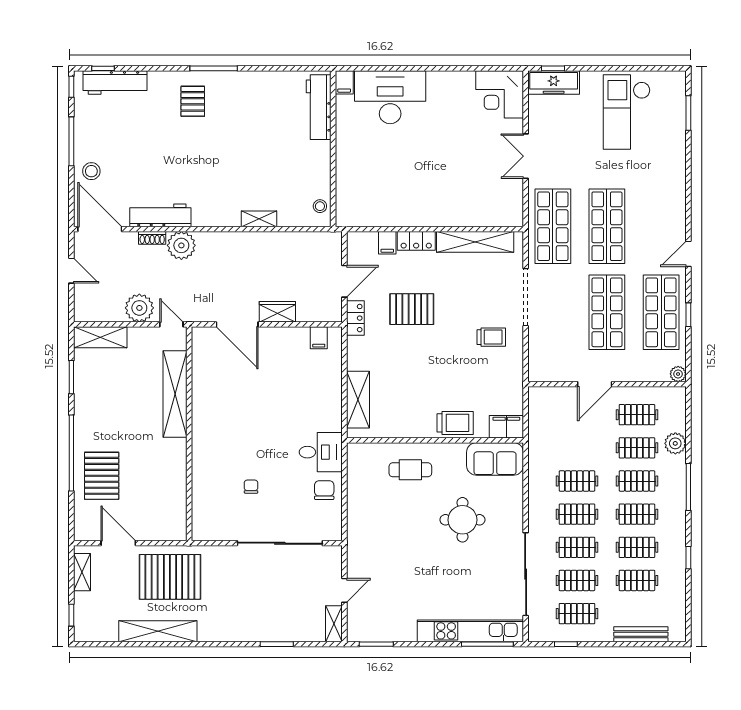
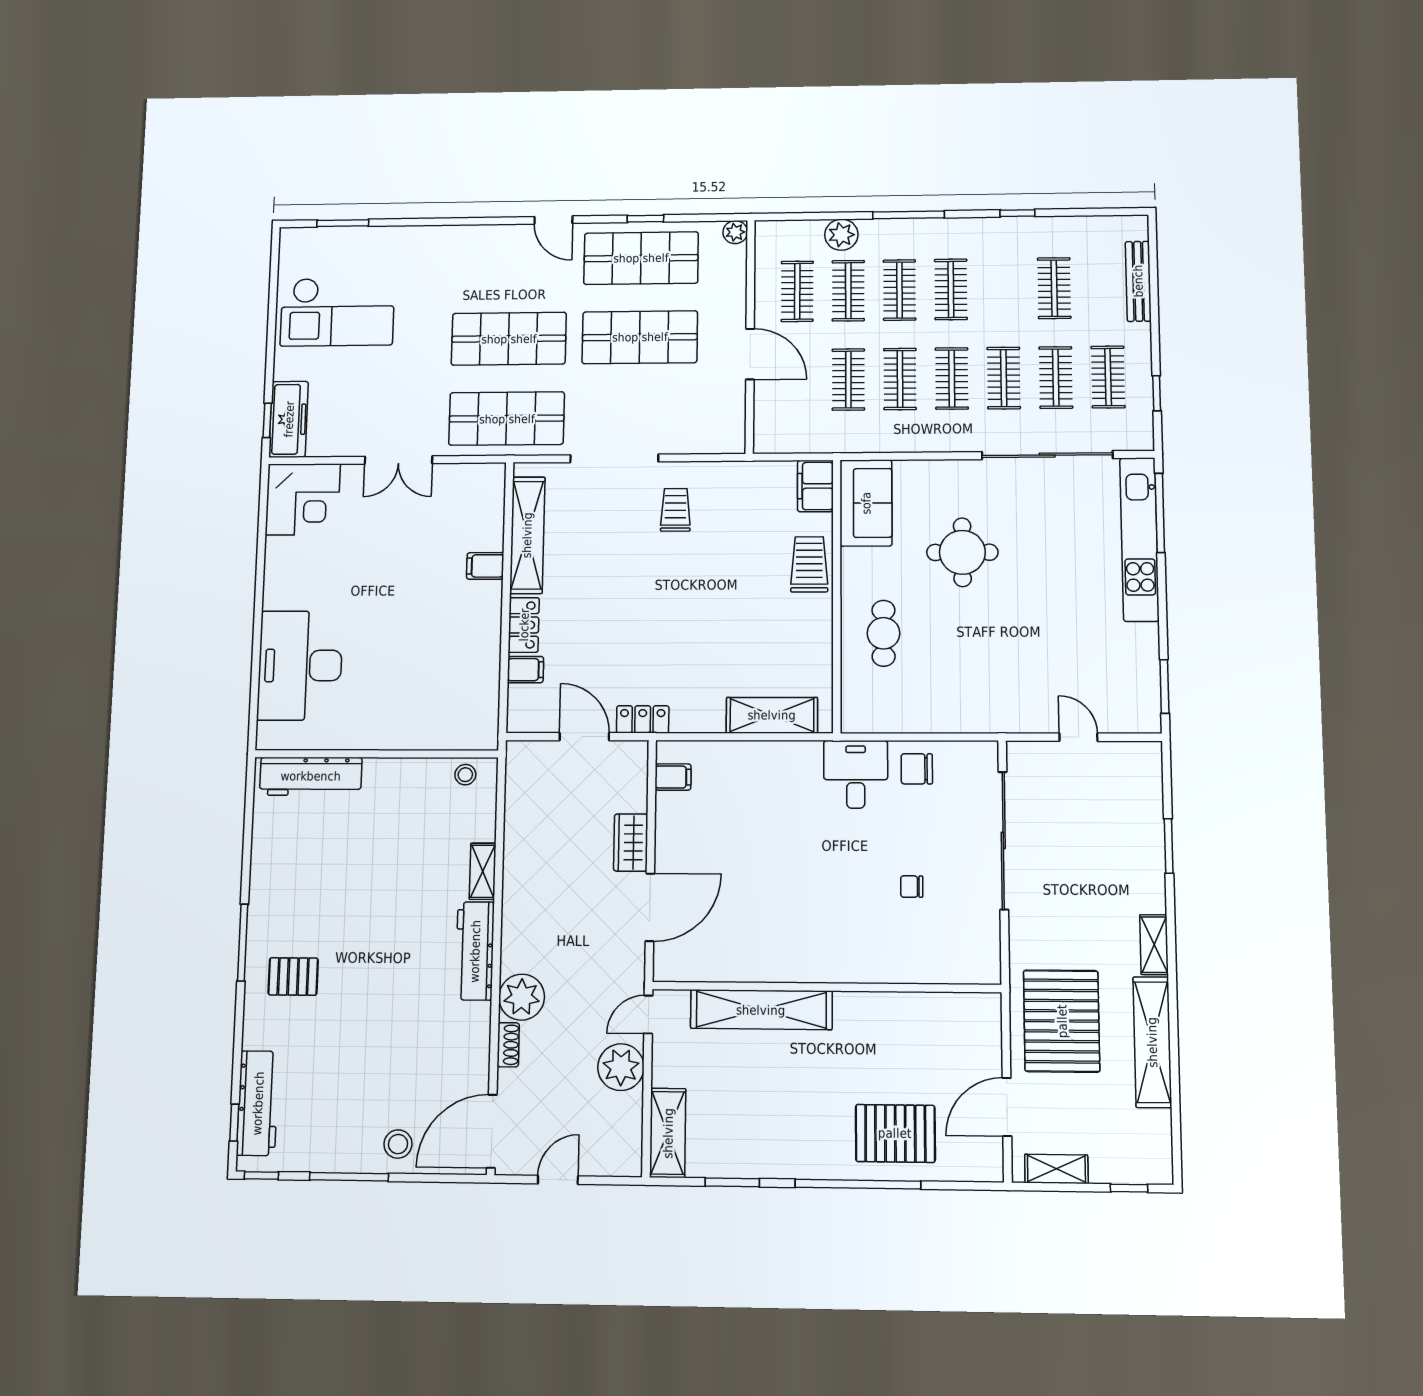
filing cabinet: (344, 82) -> (485, 566), moved, turned 180
workbench: (160, 215) -> (475, 951), moved
pallet: (412, 309) -> (630, 632), removed
clothes rail: (637, 547) -> (848, 380), moved
shelving: (334, 624) -> (1154, 945), moved, turned 90

